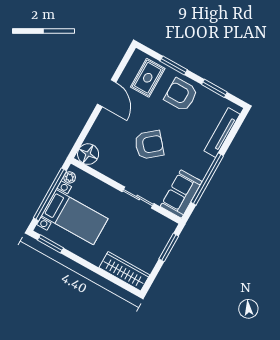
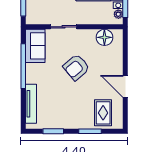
armchair: (181, 95) -> (74, 114), removed
floor lamp: (88, 154) -> (104, 37), moved

